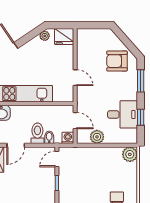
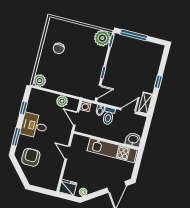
armchair: (117, 61) -> (31, 157), turned -90
desk: (122, 114) -> (34, 126), moved

